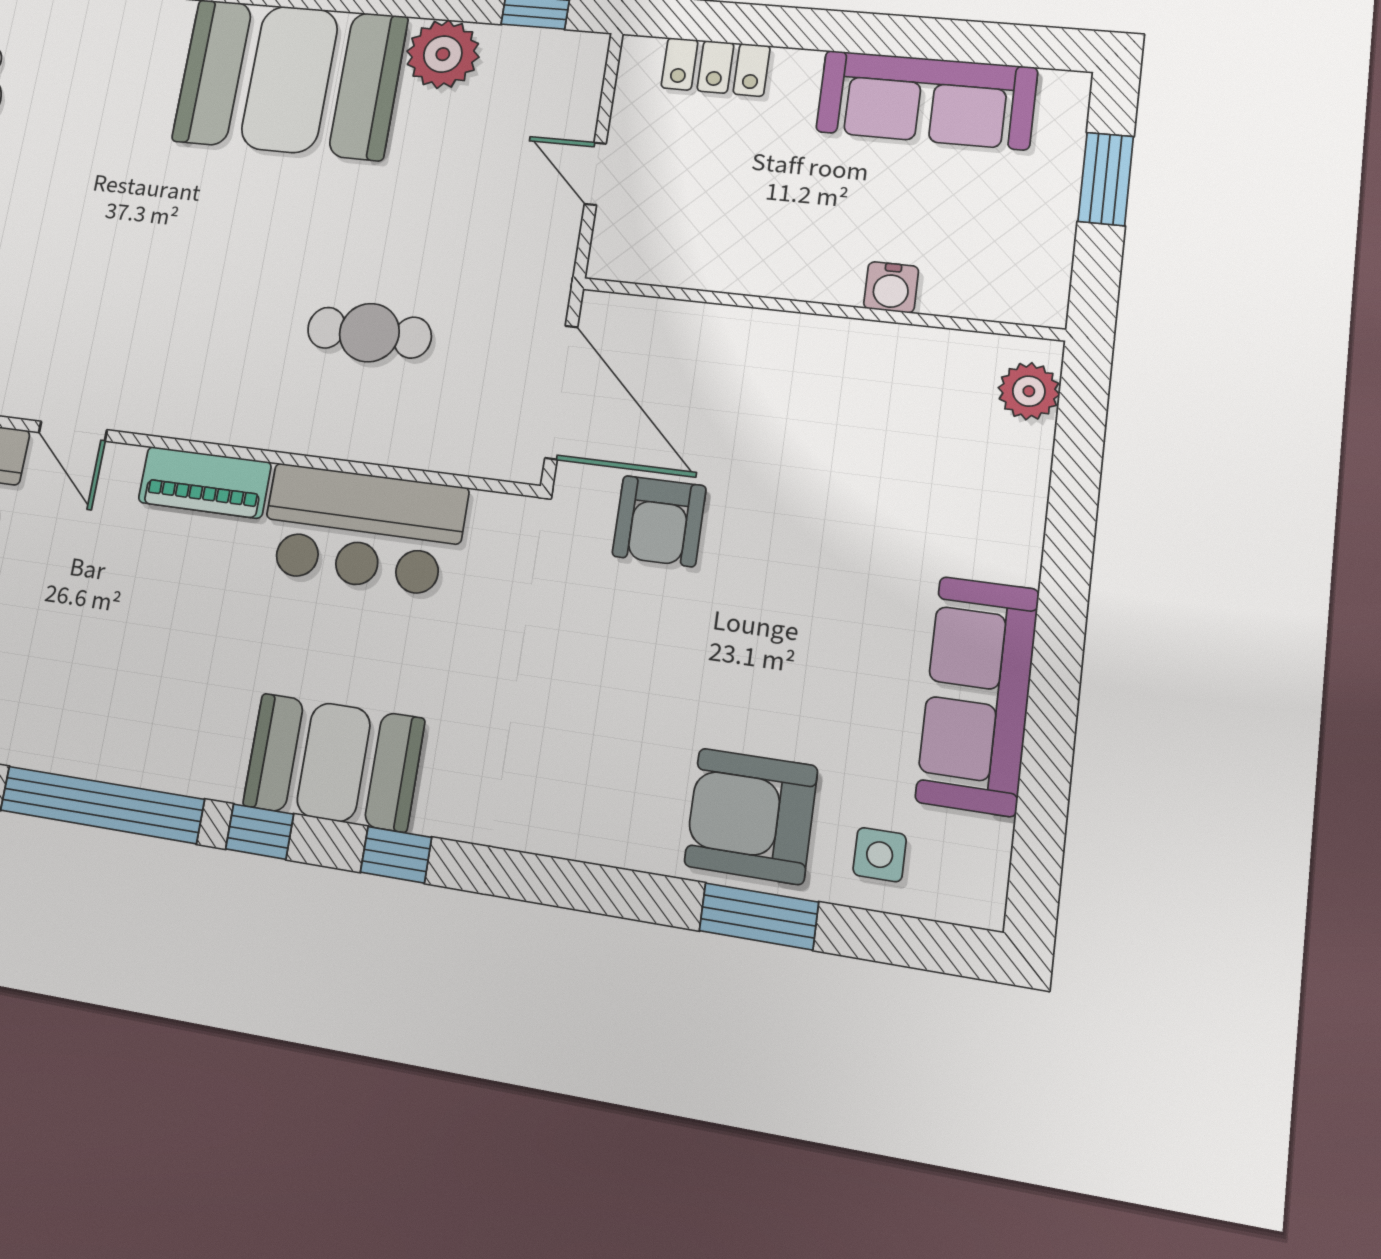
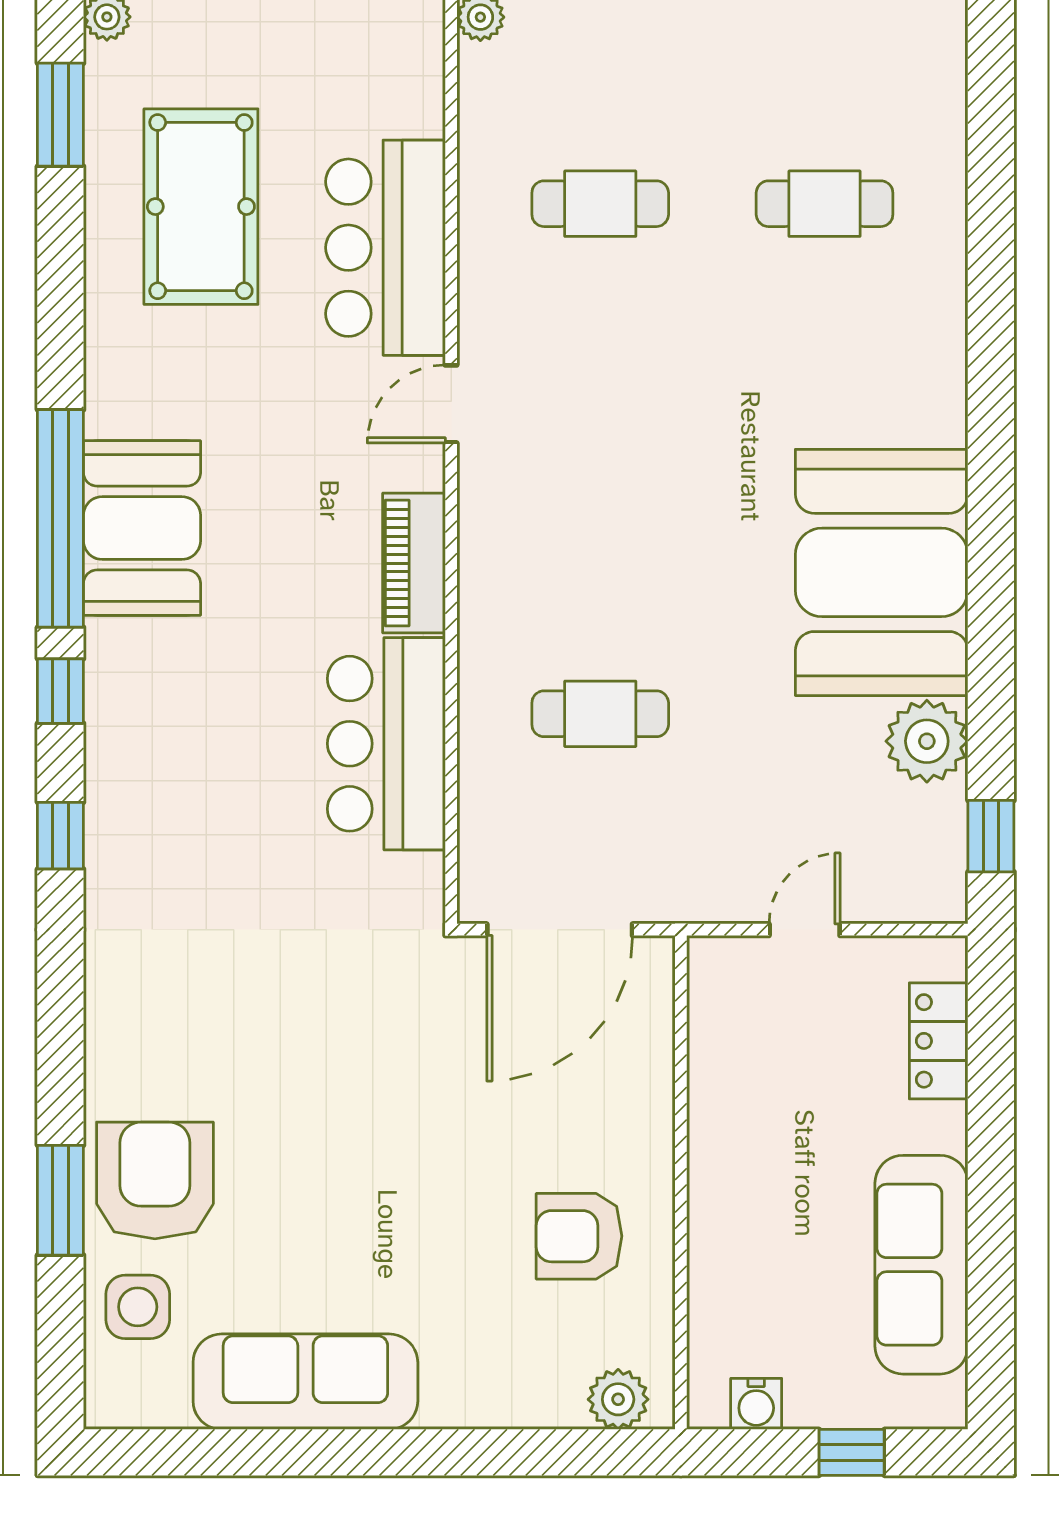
window: (1106, 179) -> (852, 1452), width x0.67
water cooler: (891, 287) -> (756, 1404), moved, turned -90
cafe table: (369, 333) -> (600, 714), turned 90
armchair: (659, 521) -> (579, 1236), moved
booth: (334, 762) -> (142, 528), moved
side table: (880, 855) -> (138, 1307), width x1.37, depth x1.37

